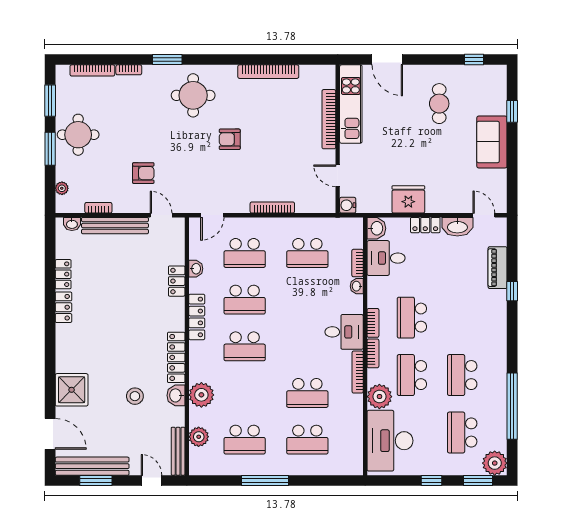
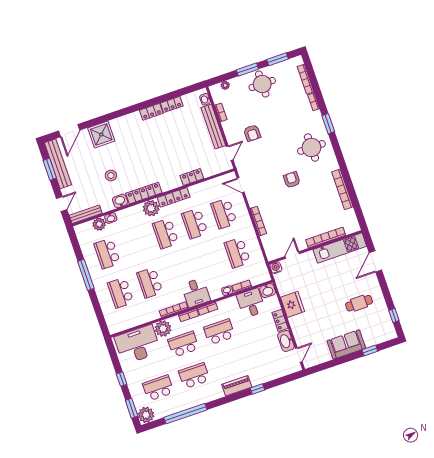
piano: (498, 268) -> (237, 386), moved
washbasin: (196, 269) -> (111, 218), moved
plant: (201, 395) -> (151, 208), moved

